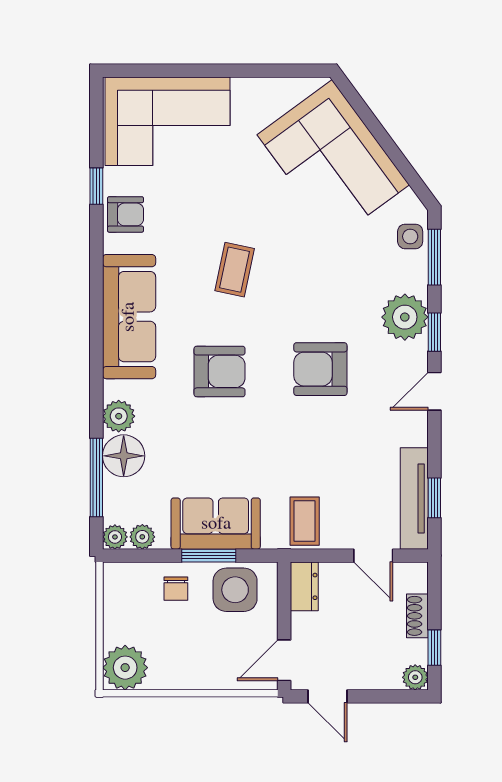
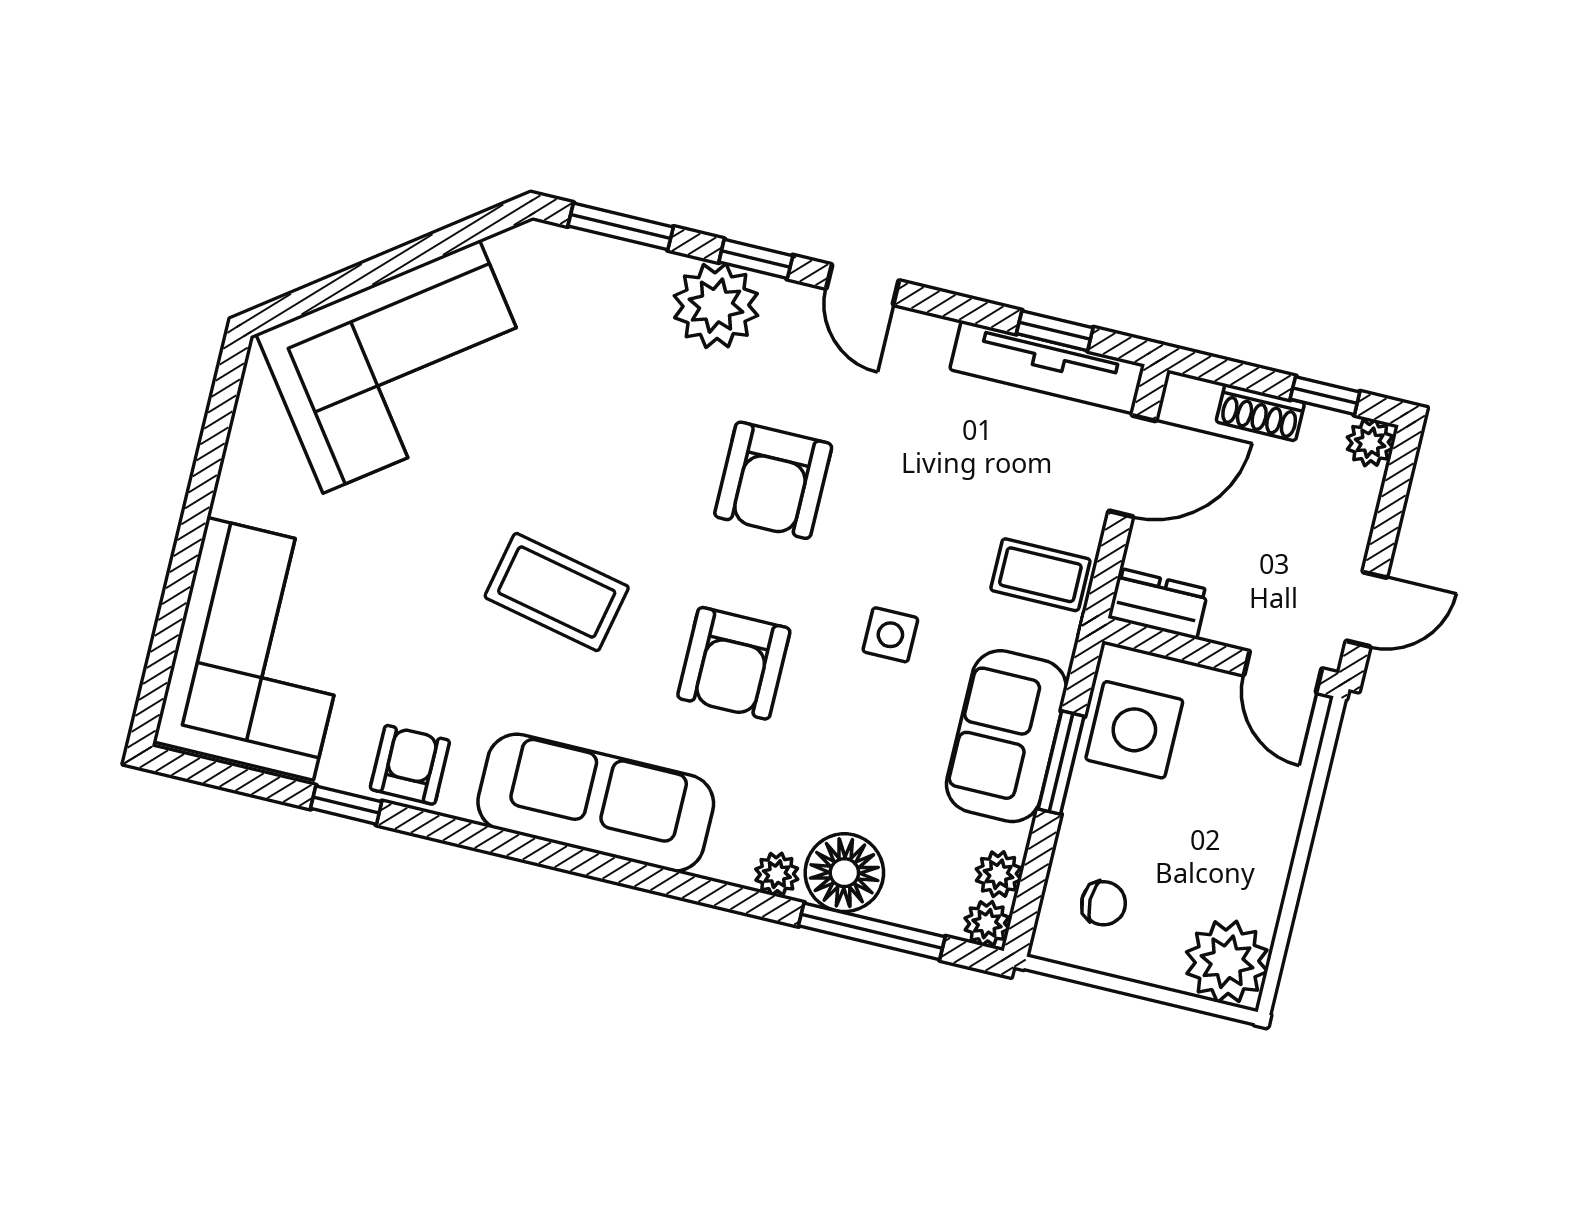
side table: (410, 236) -> (890, 635), moved
coffee table: (235, 270) -> (557, 592), width x1.36, depth x1.30
armchair: (220, 371) -> (734, 663), turned 180
plant: (119, 416) -> (777, 874), width x0.73, depth x0.73
door: (373, 556) -> (1132, 466), width x1.37
chair: (176, 589) -> (1104, 903), moved

